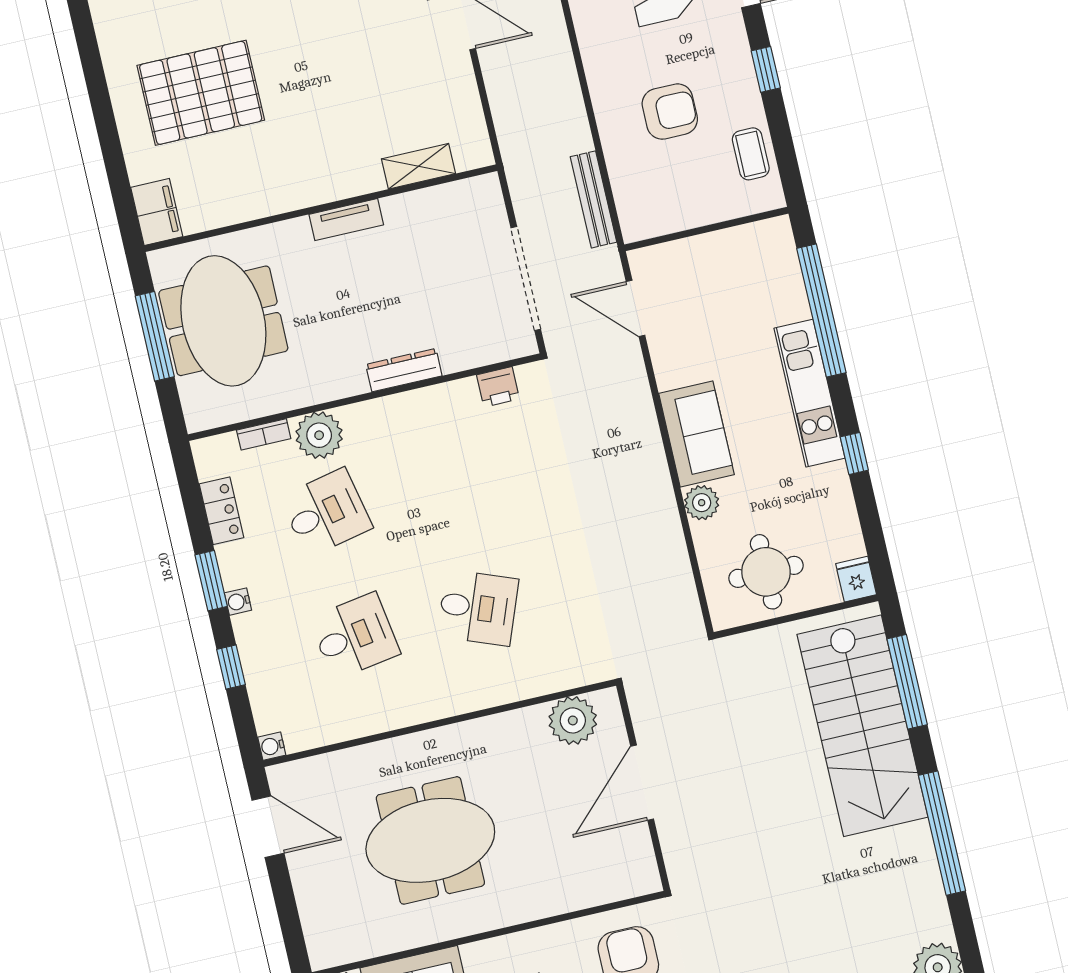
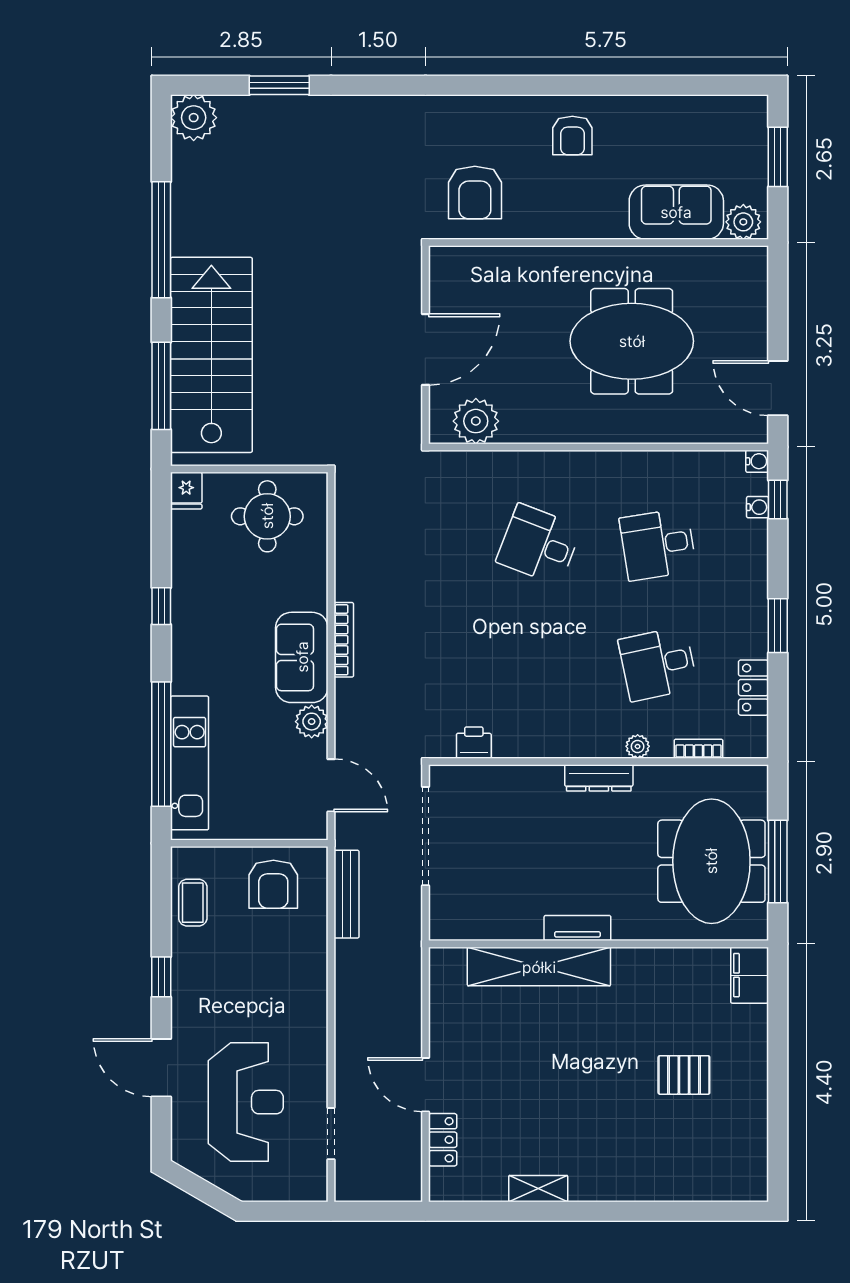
pallet: (201, 93) -> (684, 1075), width x0.49, depth x0.50
armchair: (670, 112) -> (273, 884), moved, turned -90
shelving: (418, 166) -> (539, 967), width x2.20, depth x1.33
dresser: (404, 370) -> (599, 778), moved
kitchen unit: (810, 393) -> (190, 763), moved
plant: (319, 435) -> (638, 746), width x0.53, depth x0.53
bookcase: (657, 462) -> (344, 640), added
plant: (702, 503) -> (312, 722), moved
water cooler: (238, 602) -> (757, 507), moved
window: (231, 667) -> (778, 499), moved

